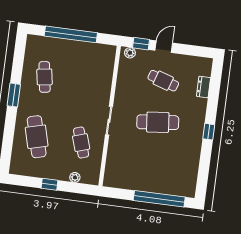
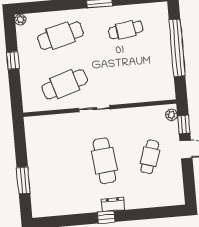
dresser: (203, 87) -> (113, 204), moved
cafe table: (81, 143) -> (65, 84), width x1.37, depth x1.35
plant: (75, 177) -> (20, 20), moved
window: (159, 199) -> (23, 180), width x0.47

